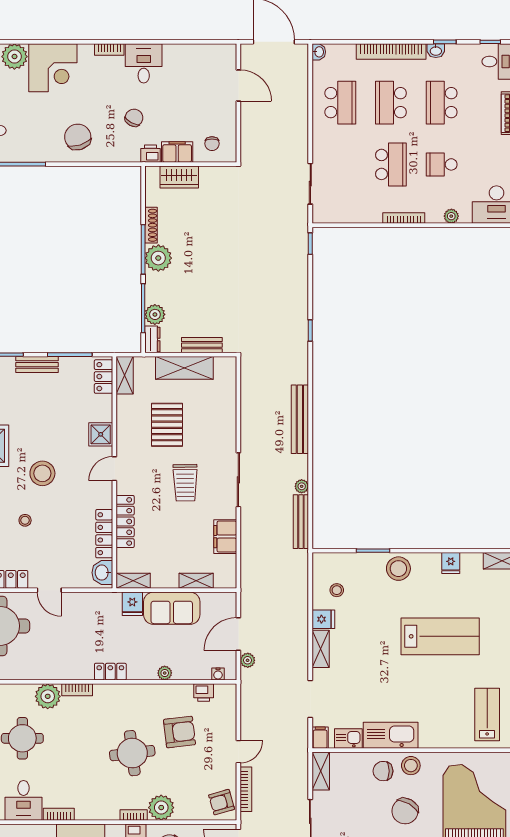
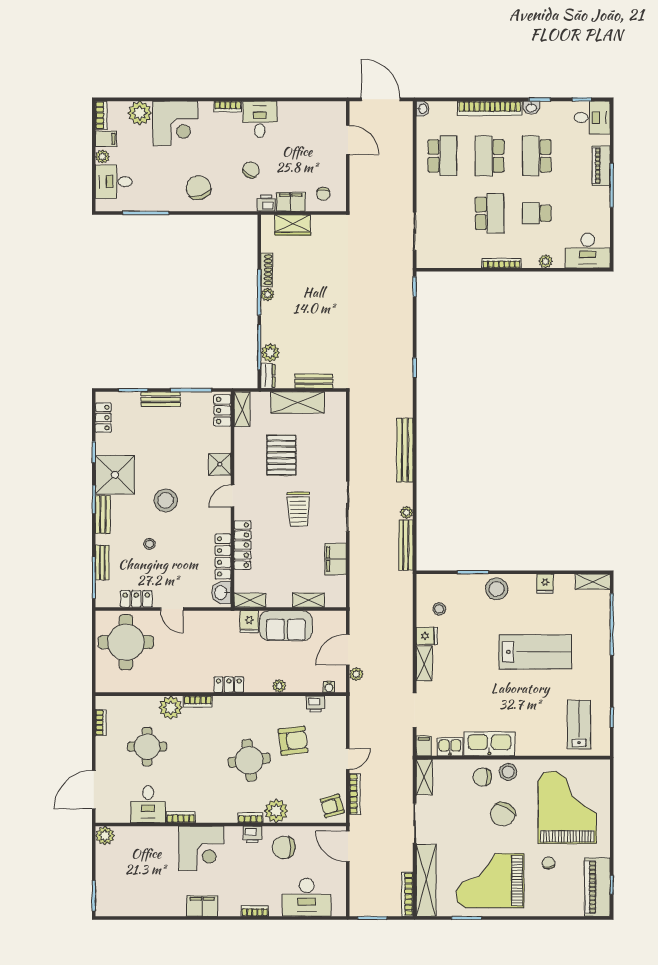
plant: (158, 258) -> (268, 294), width x0.53, depth x0.53

